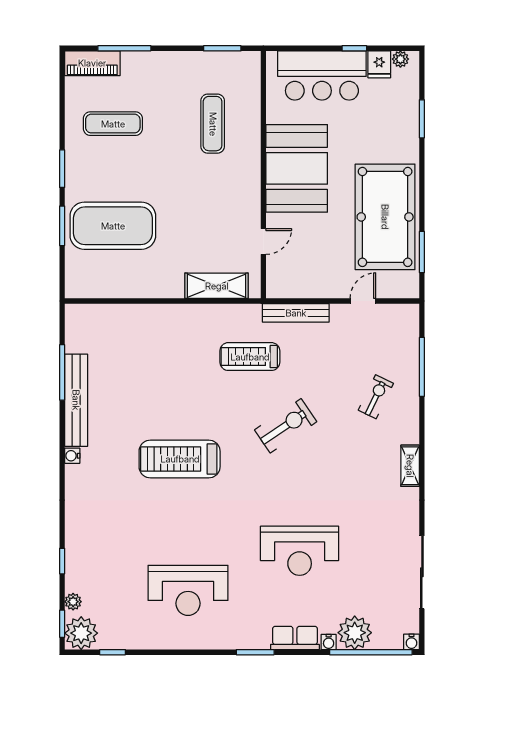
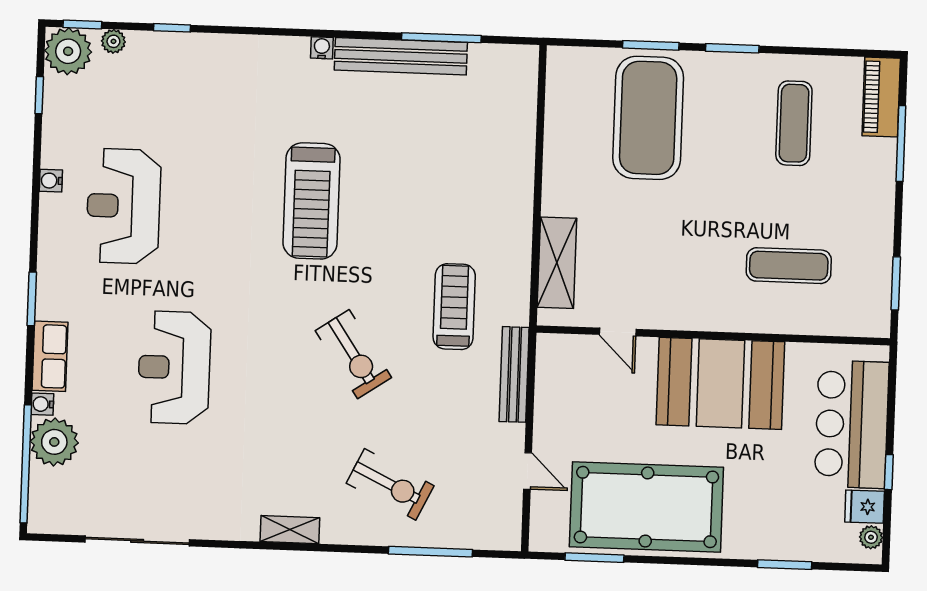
exercise bike: (376, 397) -> (390, 484), width x1.38, depth x1.39
treadmill: (180, 459) -> (312, 201), turned 180
water cooler: (411, 642) -> (51, 181), moved

